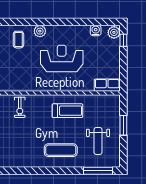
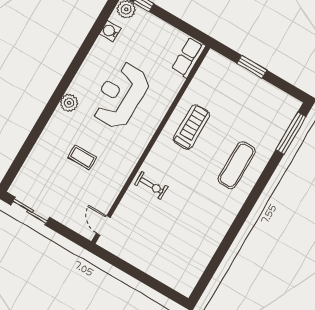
coffee table: (18, 40) -> (82, 157), moved
weight bench: (98, 141) -> (253, 111), removed

